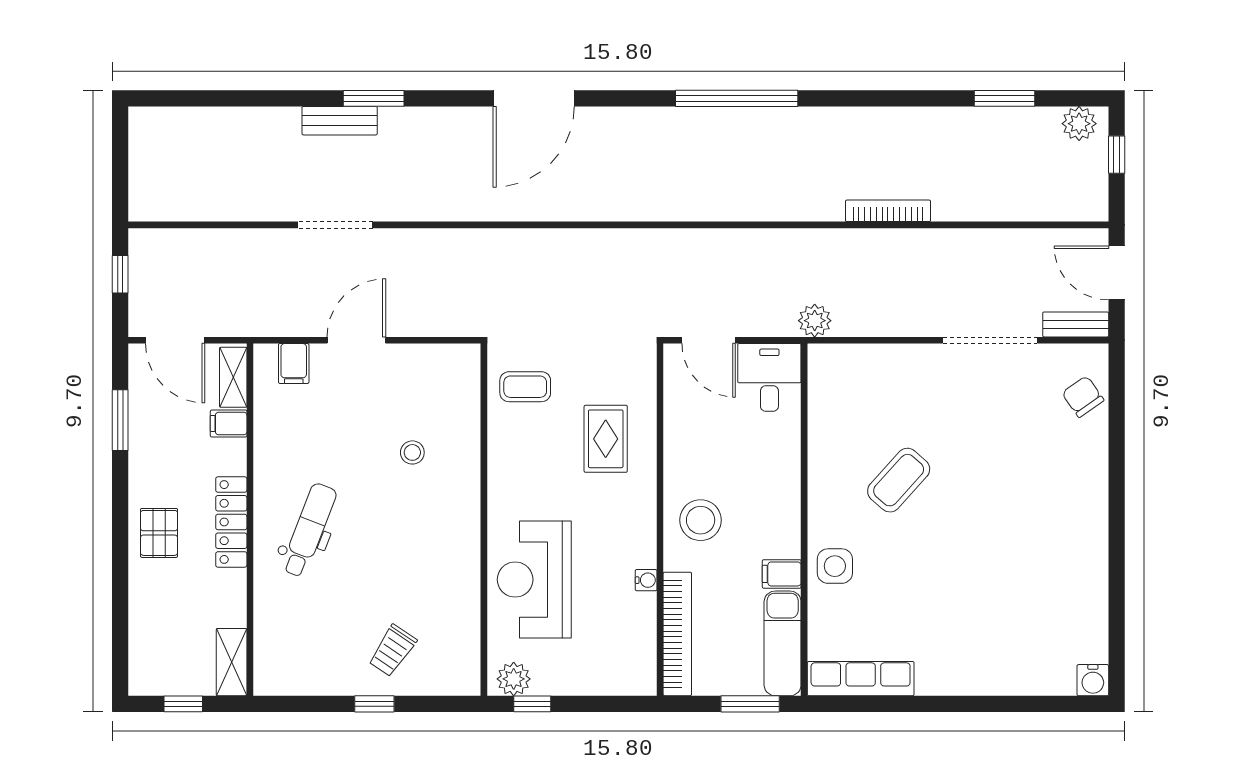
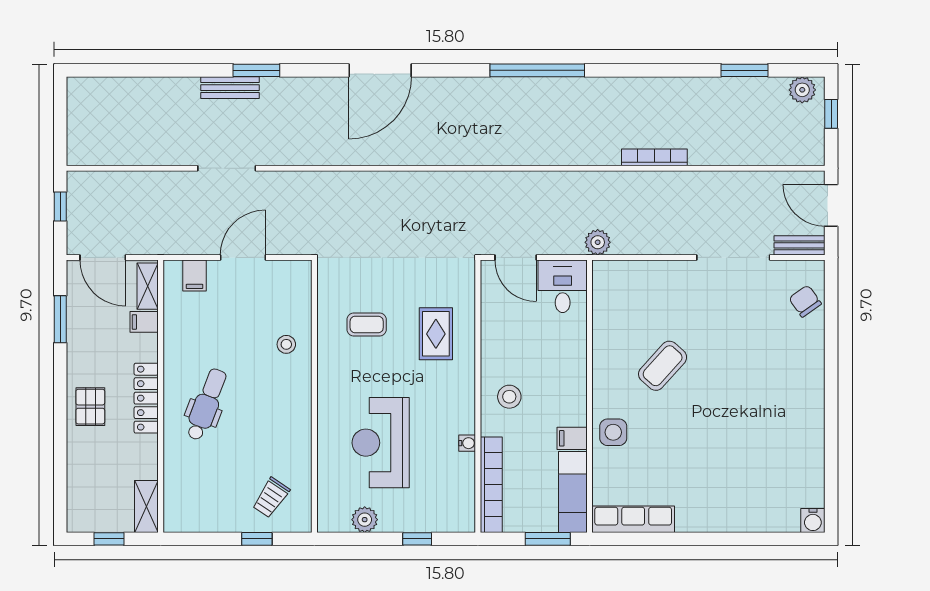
coffee table: (525, 387) -> (367, 324), moved
wall: (484, 520) -> (314, 396), moved
stool: (701, 520) -> (509, 397), width x0.73, depth x0.73
window: (532, 704) -> (417, 539), moved

